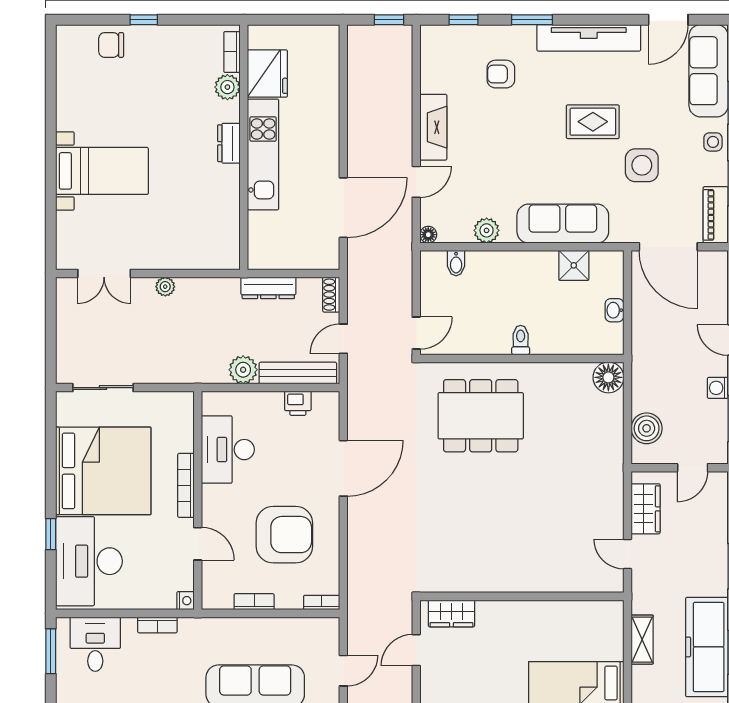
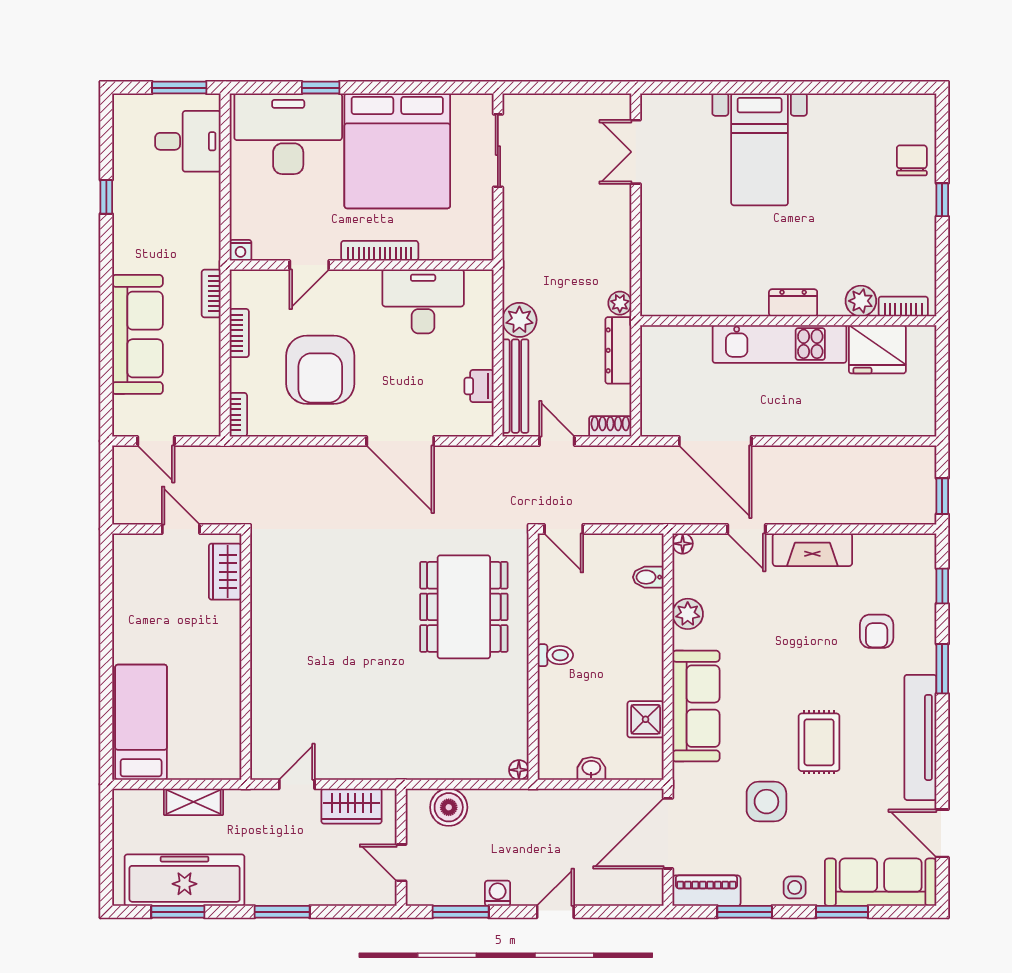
armchair: (501, 74) -> (877, 631), turned 180
plant: (165, 287) -> (620, 303), moved
floor lamp: (608, 377) -> (519, 770), width x0.53, depth x0.53
bookcase: (157, 625) -> (211, 294), moved

